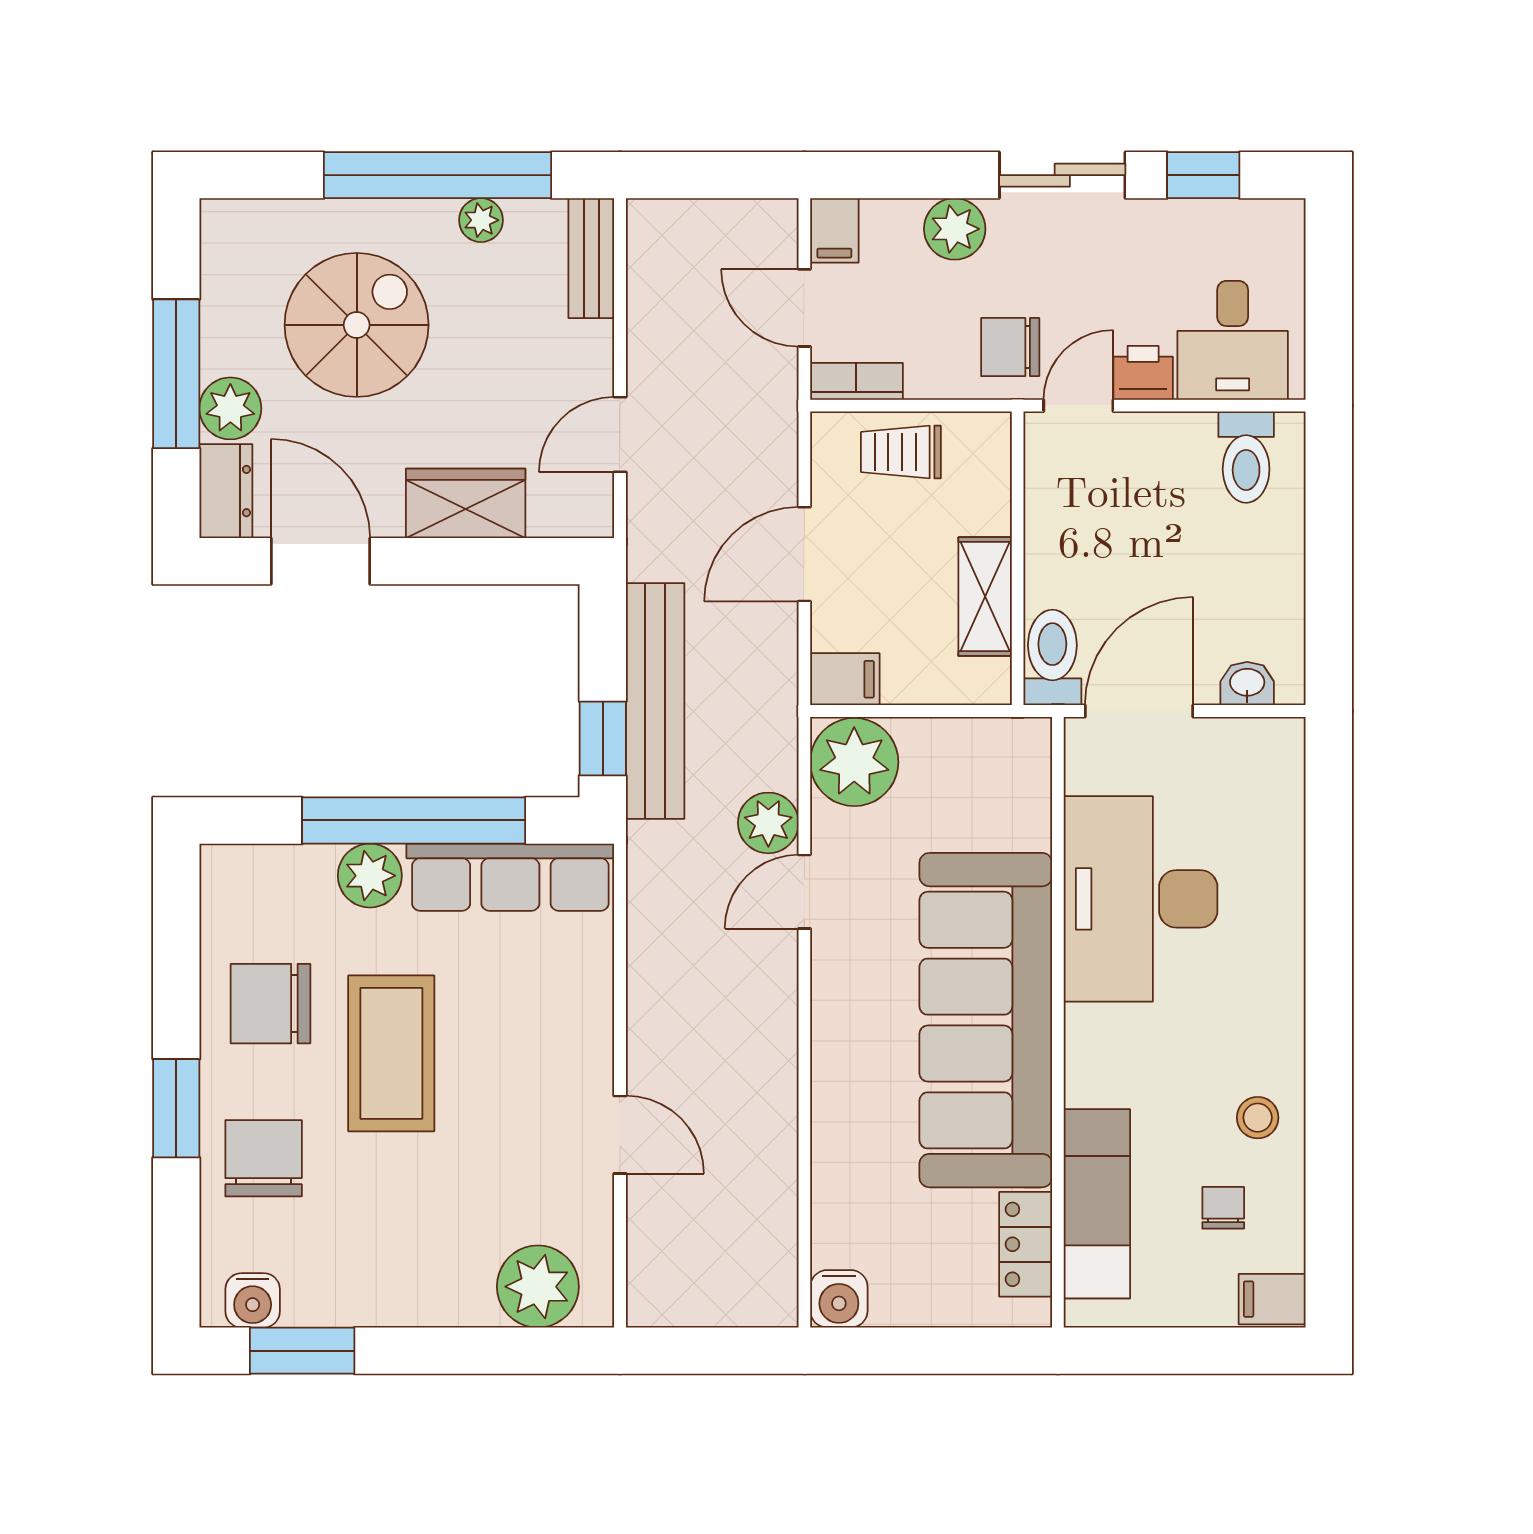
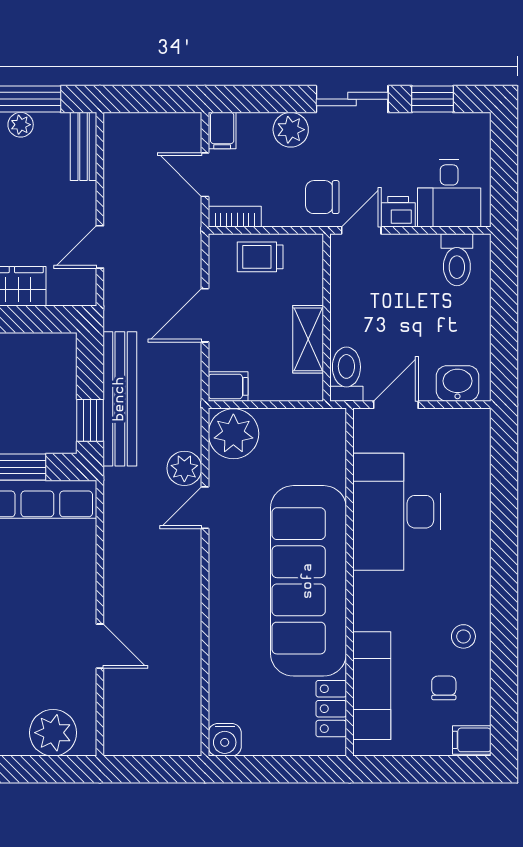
washbasin: (1247, 684) -> (457, 383), width x1.38, depth x1.45
door: (1139, 711) -> (396, 405), width x0.73

